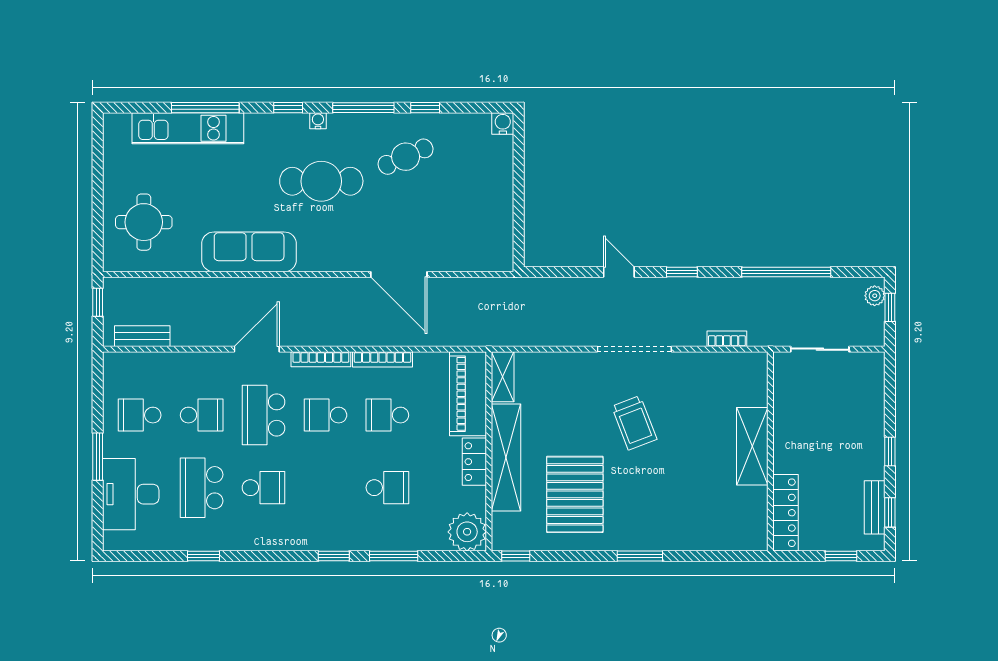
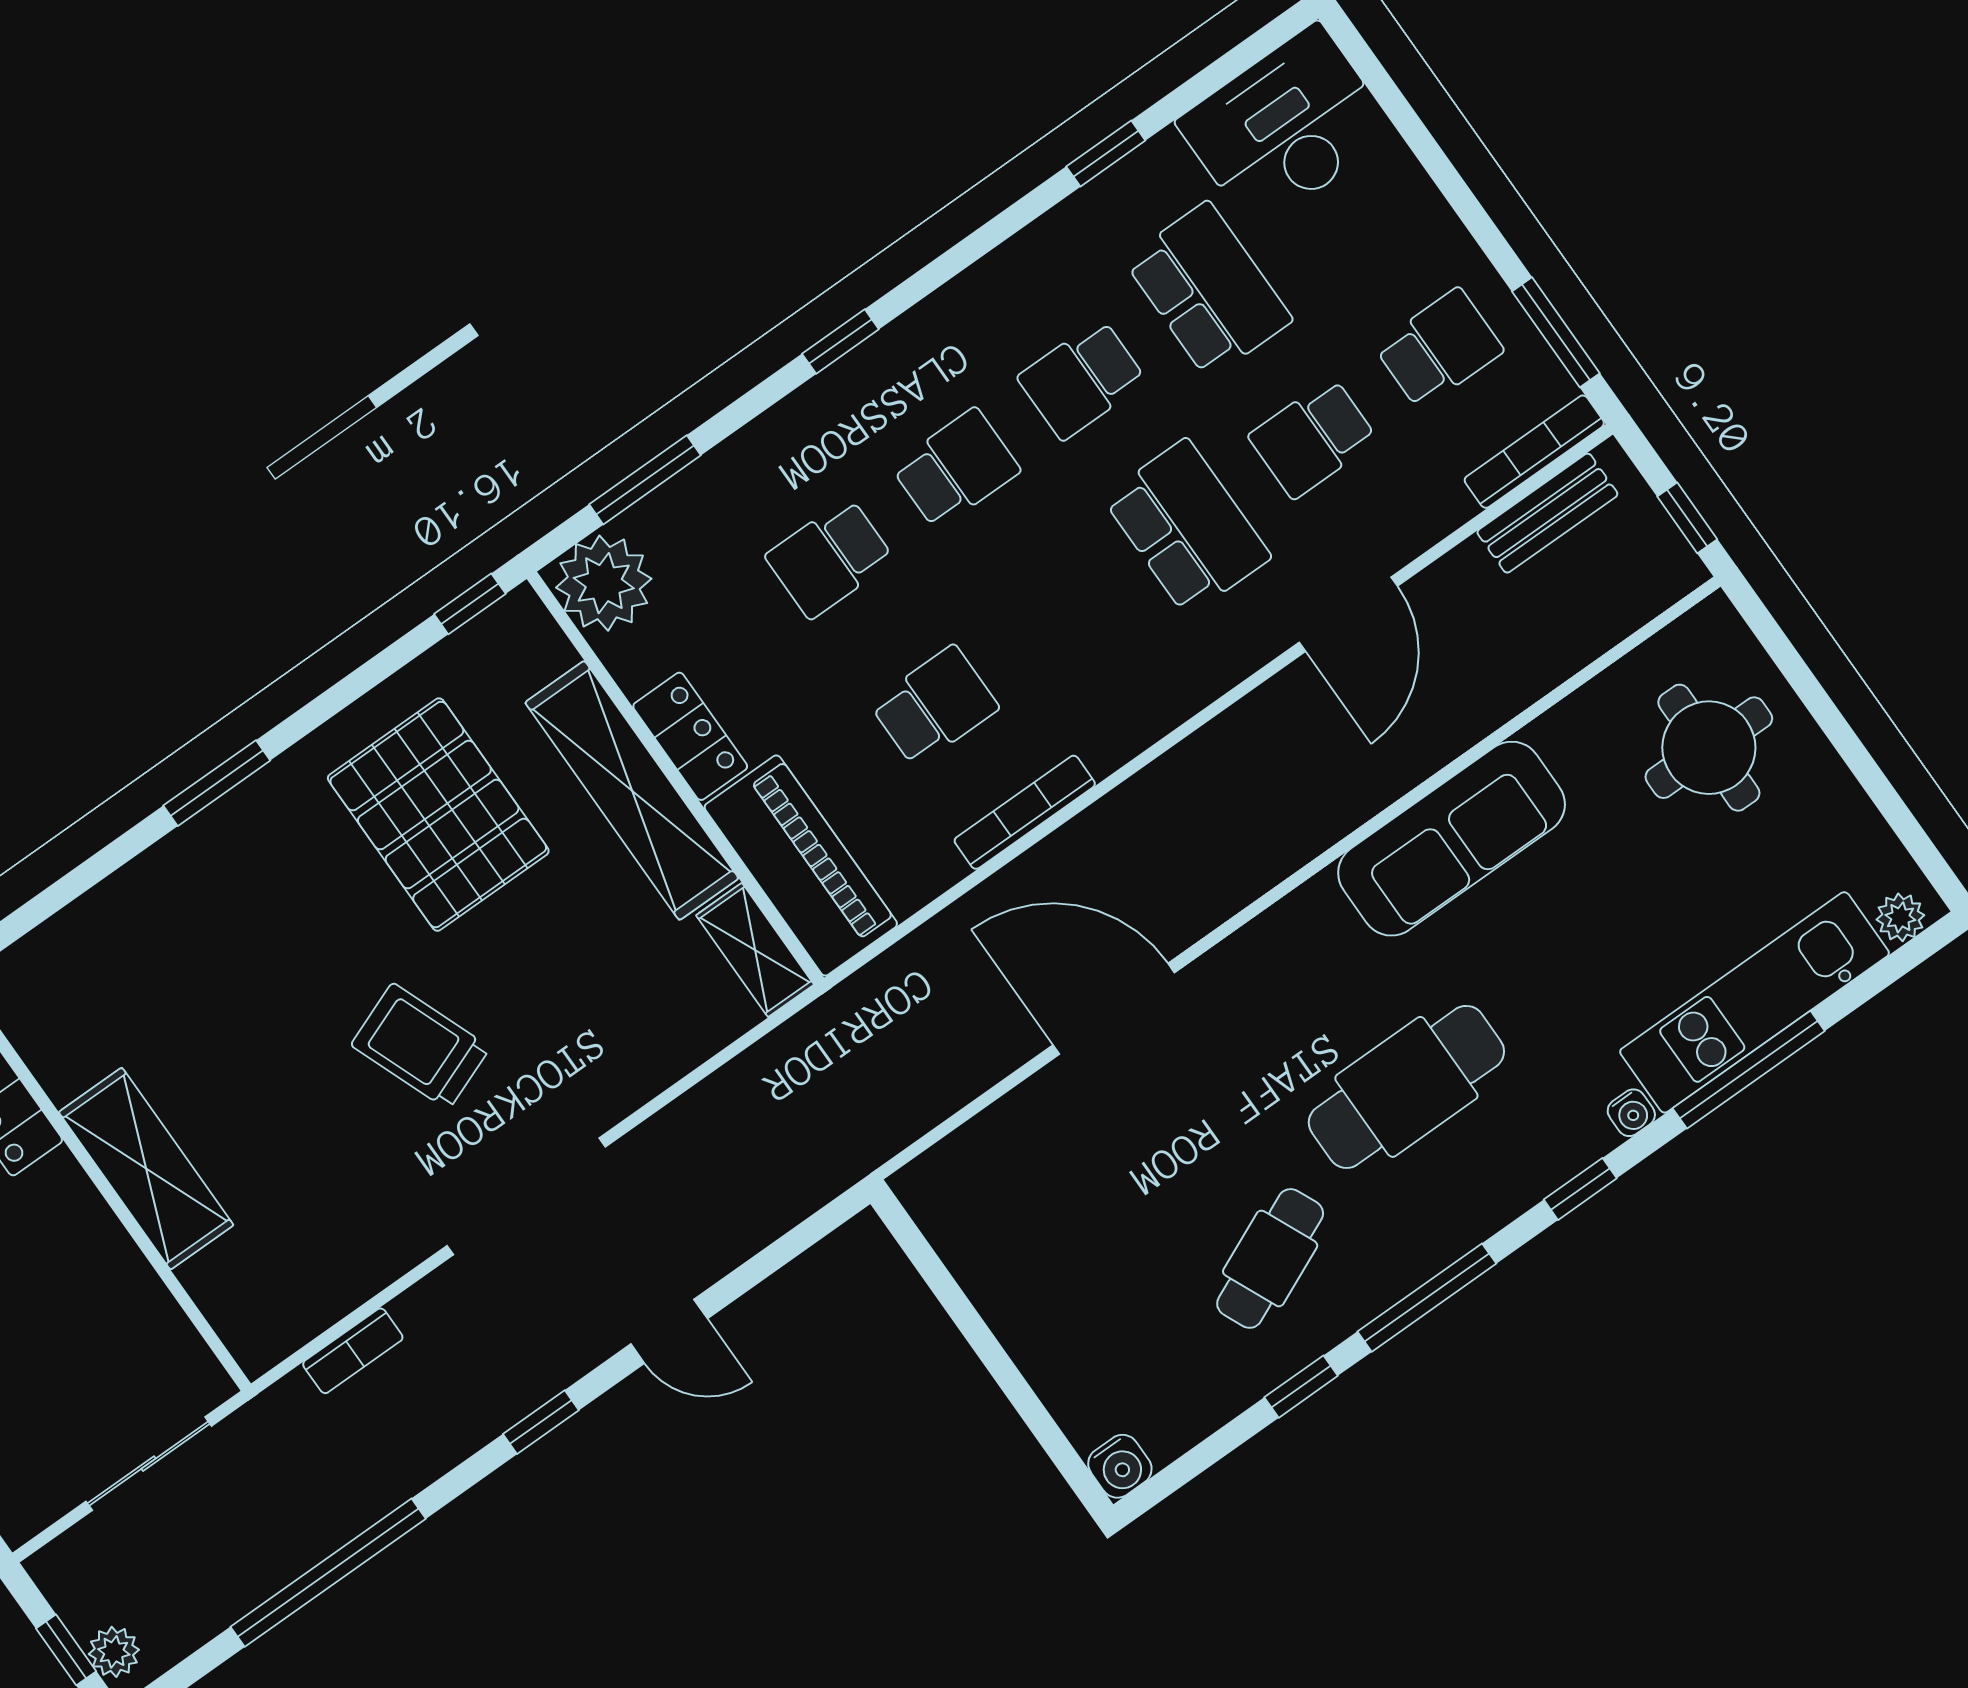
water cooler: (318, 121) -> (1631, 1113), moved
plant: (120, 122) -> (1900, 917), added
door: (257, 349) -> (1348, 614), moved
bookcase: (321, 359) -> (1534, 452), moved
school desk: (325, 415) -> (956, 469), moved
window: (98, 457) -> (1556, 332), moved
desk: (131, 494) -> (1286, 127), moved, turned -90
window: (394, 556) -> (645, 480), moved

